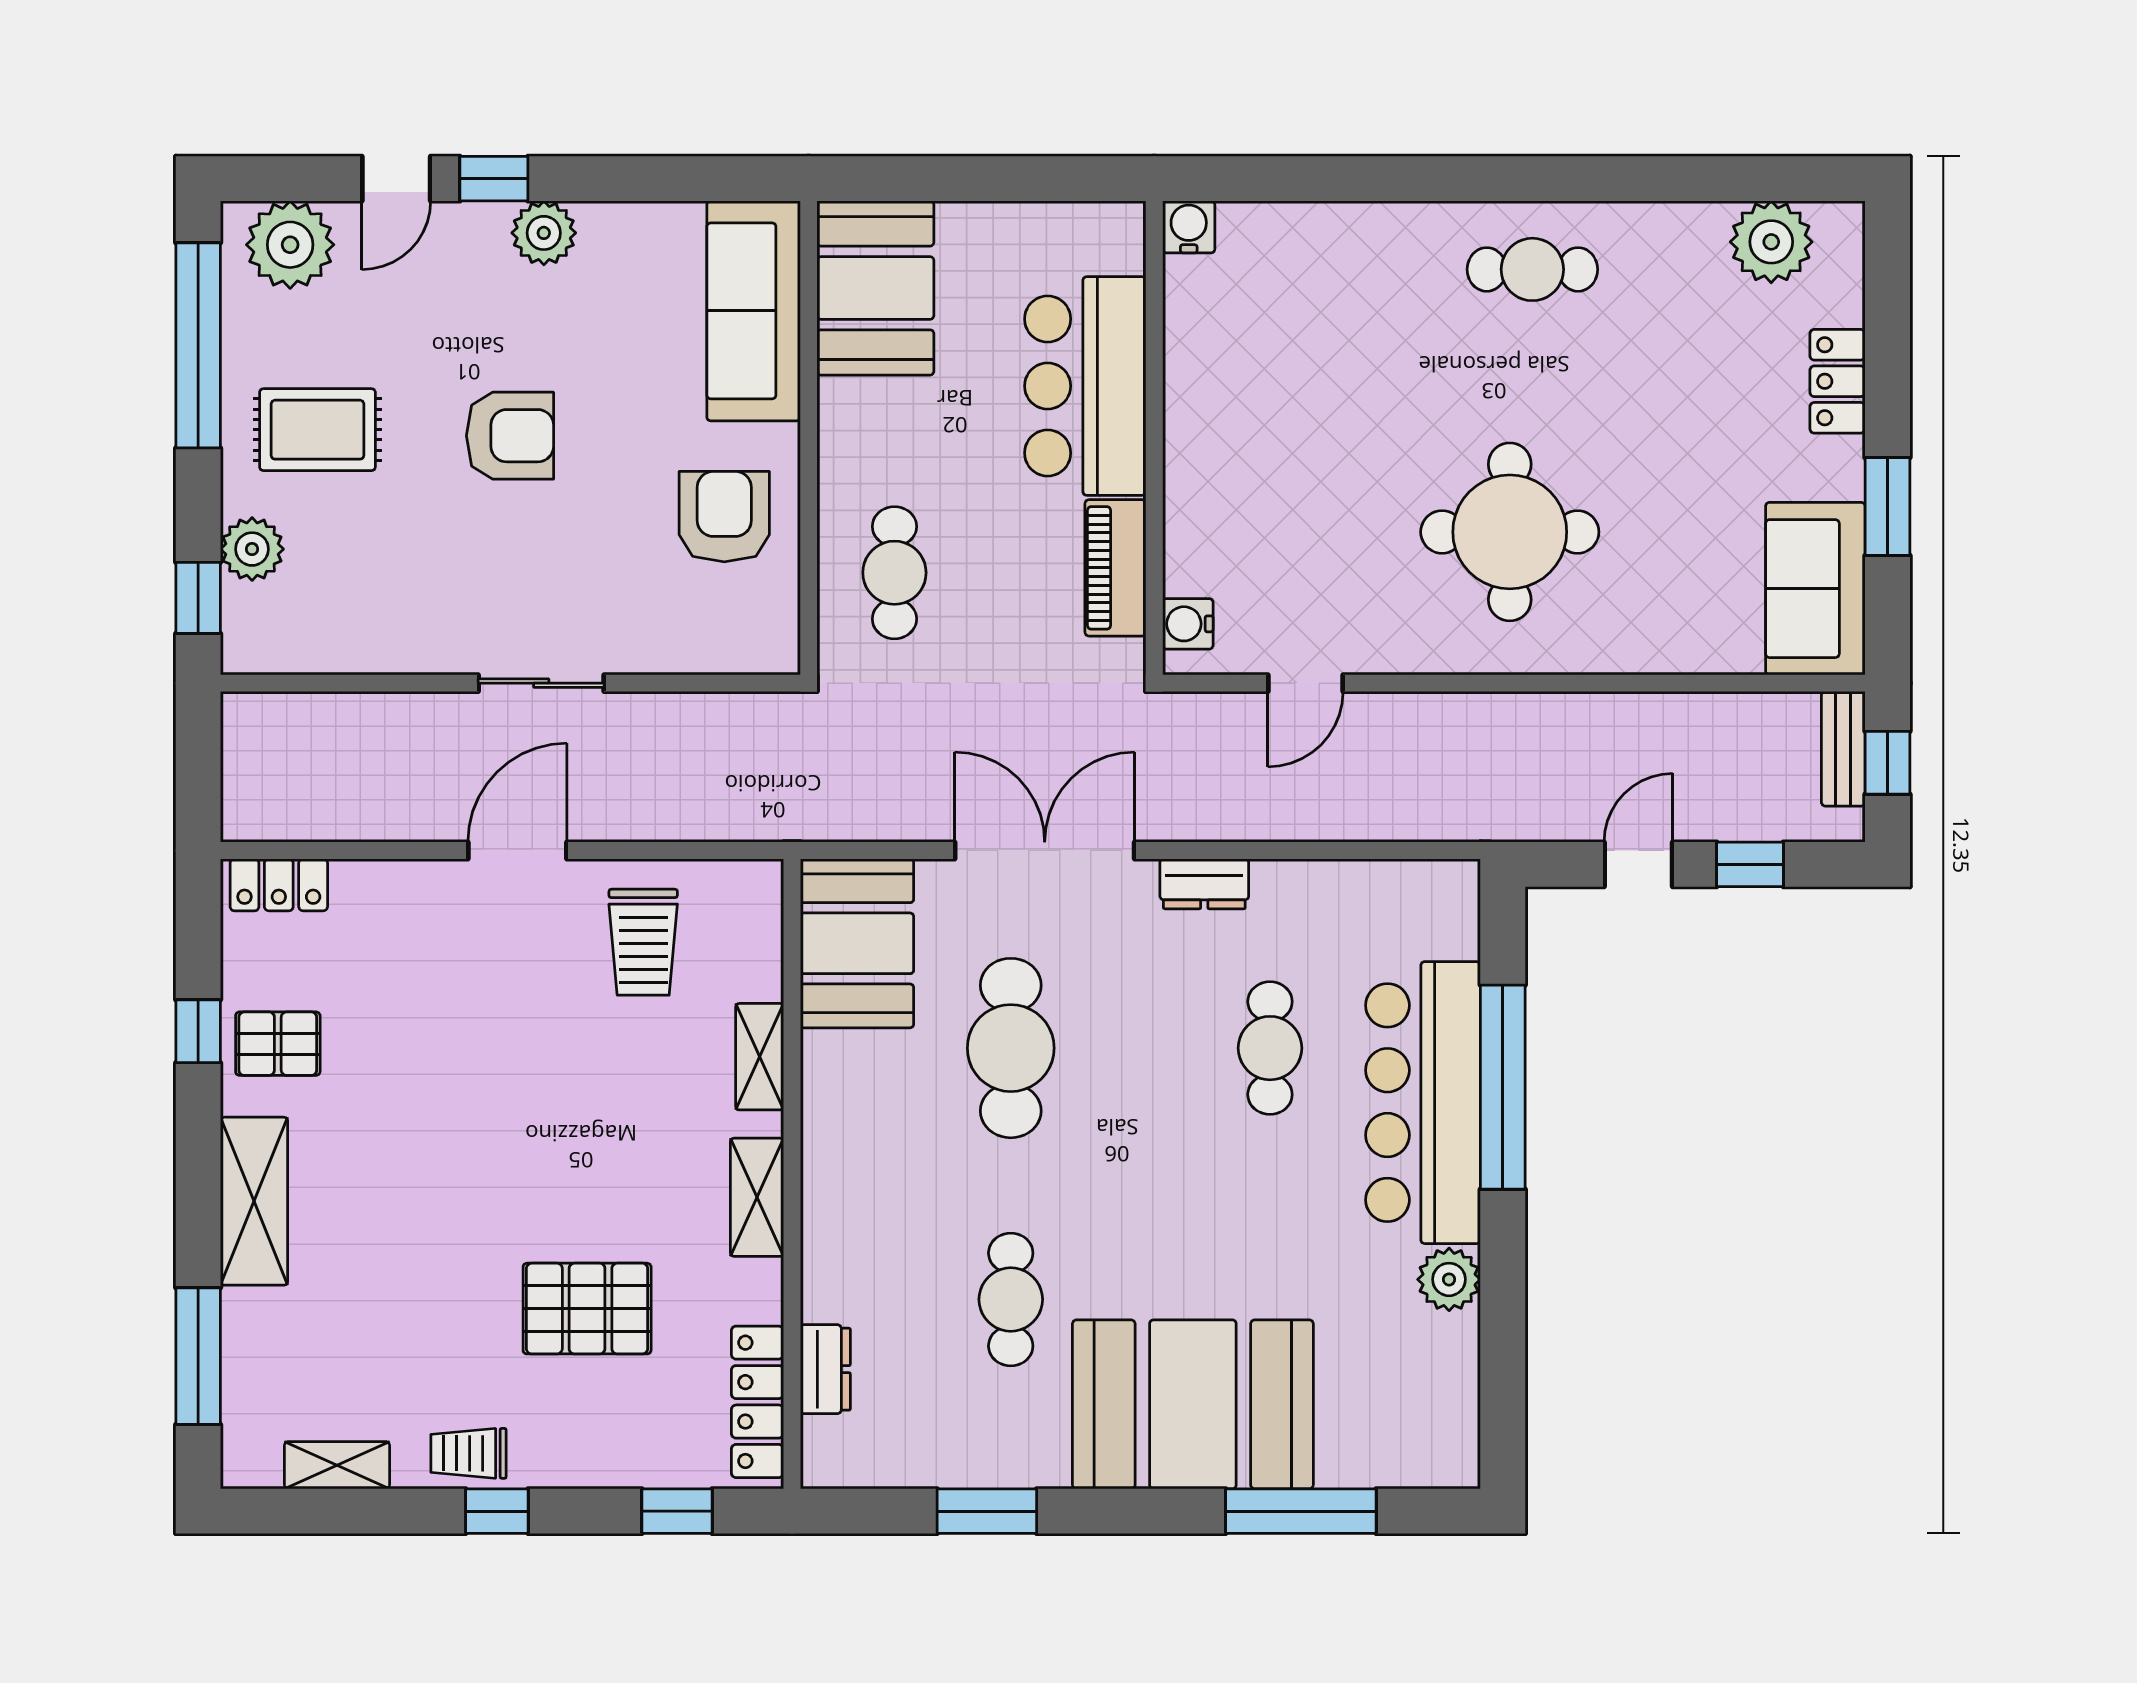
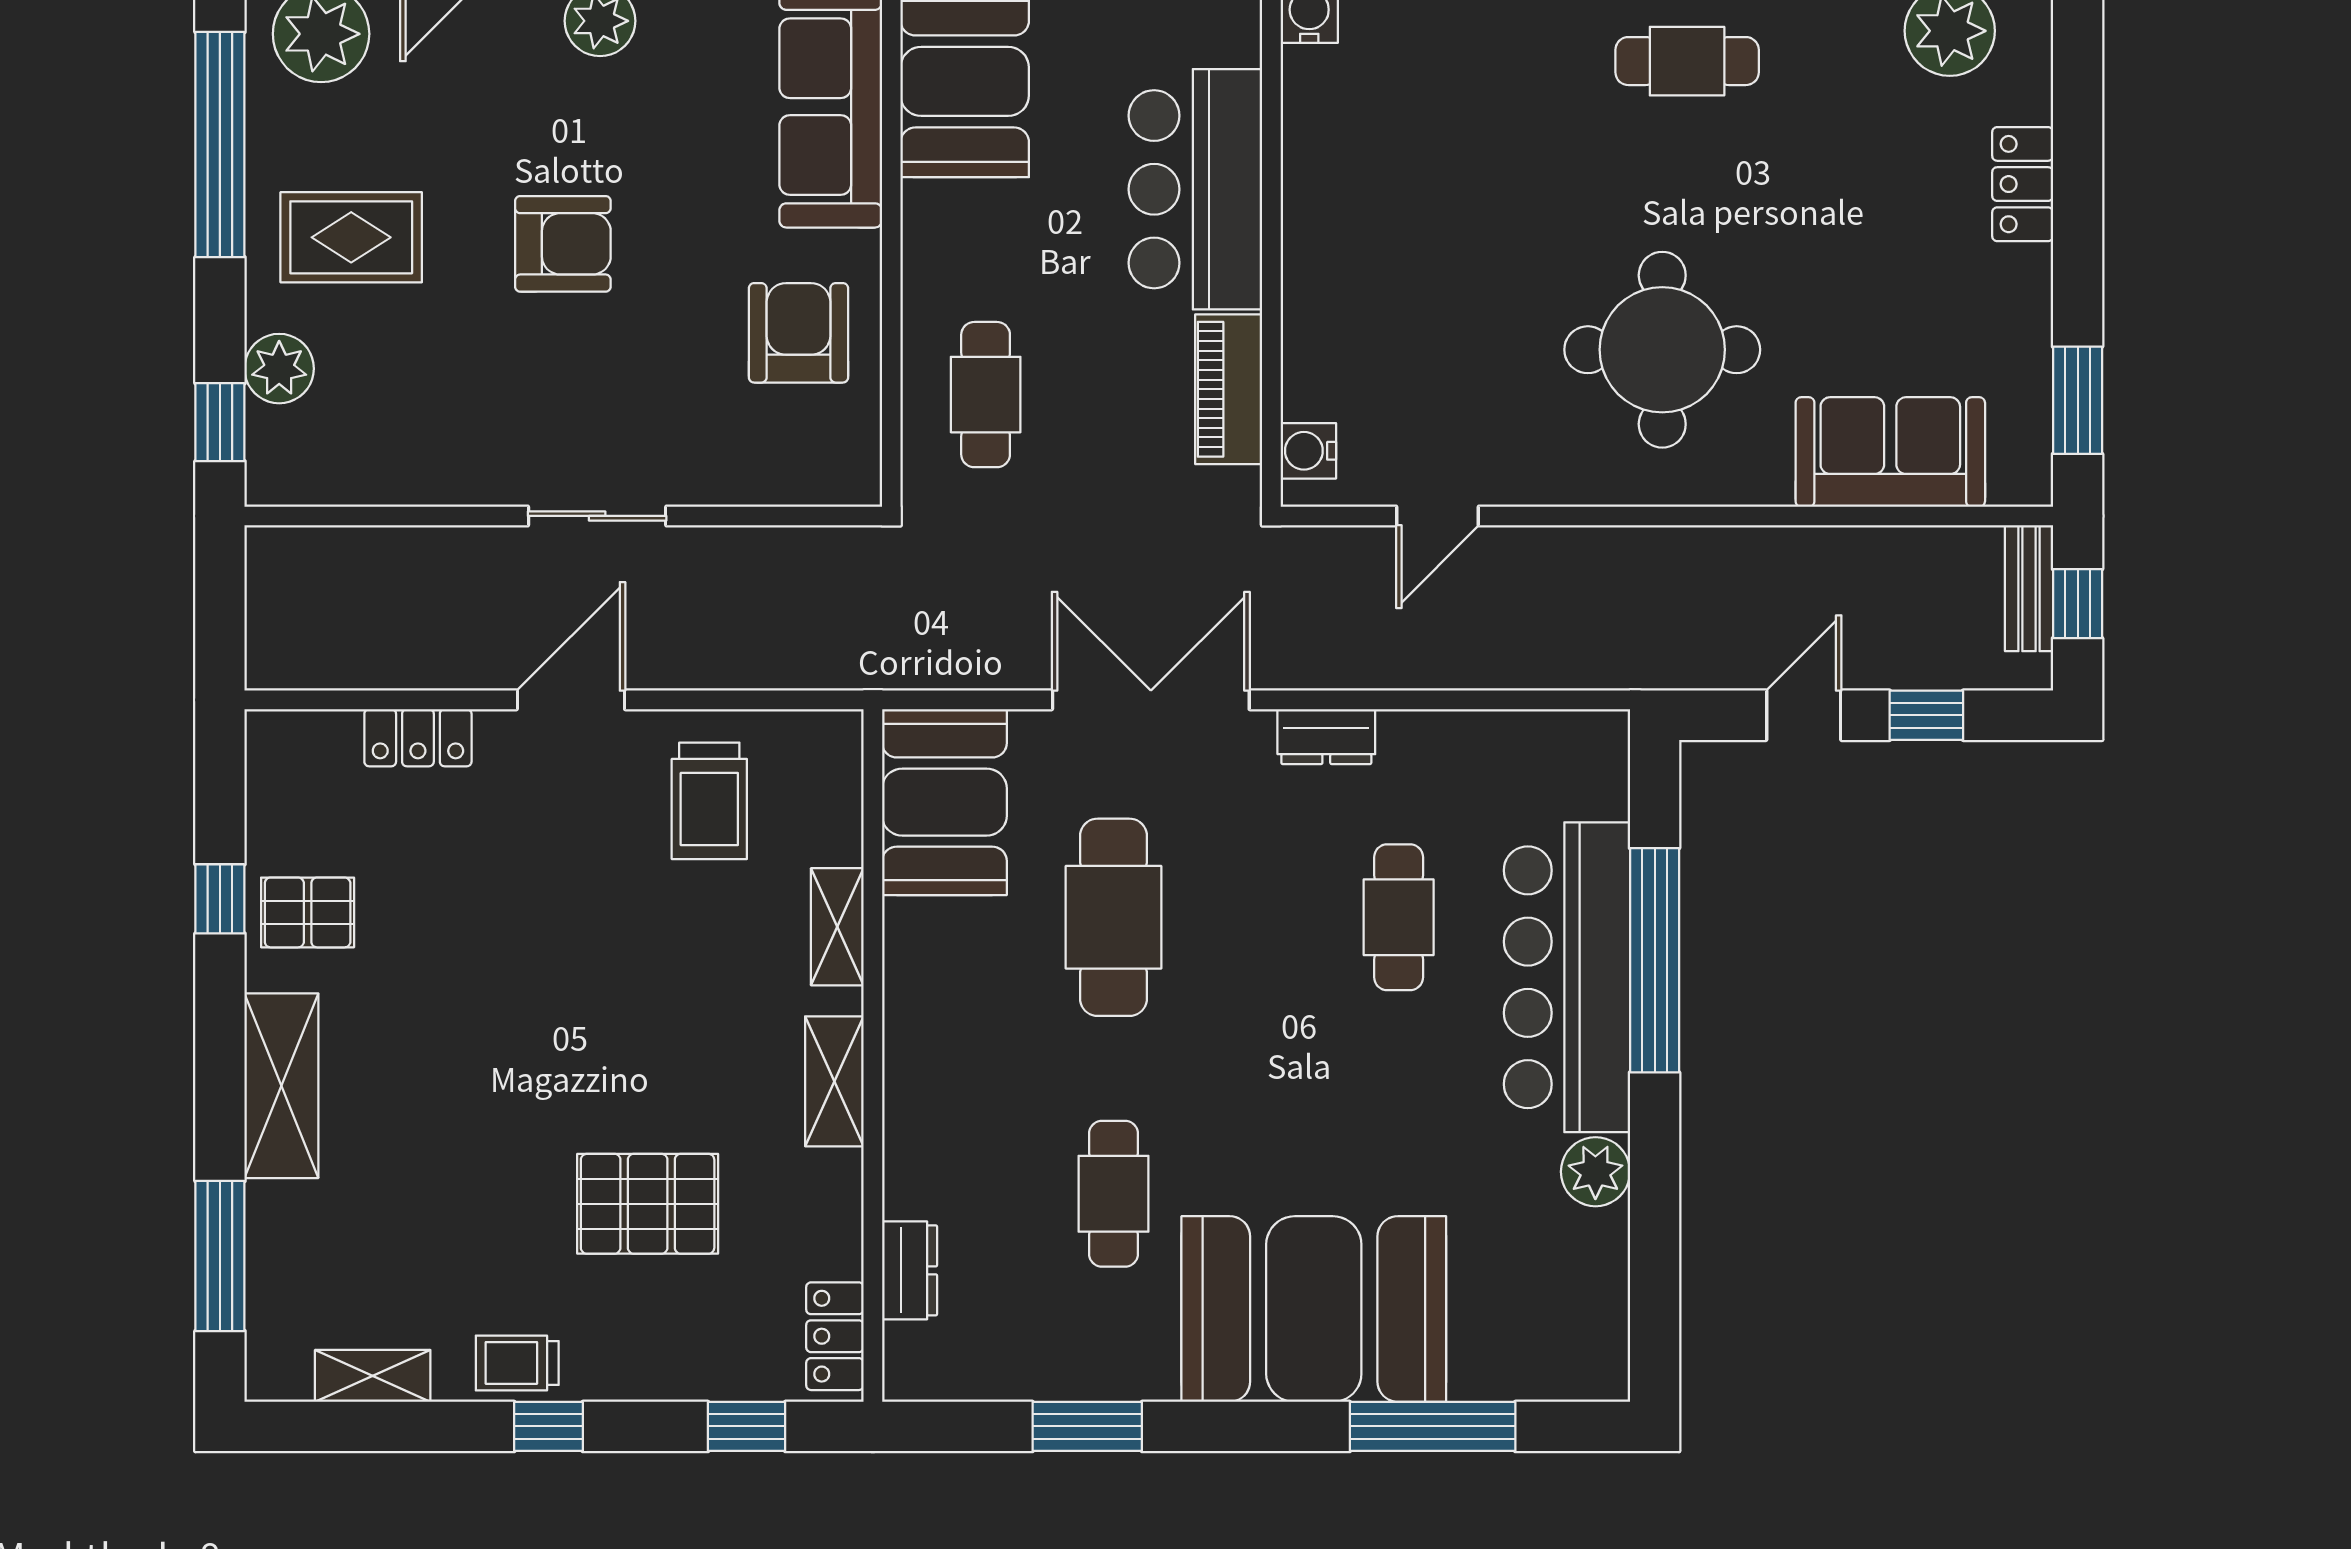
window: (1887, 507) -> (2078, 400), moved
sofa: (1815, 589) -> (1890, 452), moved, turned 90
locker: (279, 885) -> (418, 738), moved
locker: (757, 1402) -> (835, 1336), width x0.66

